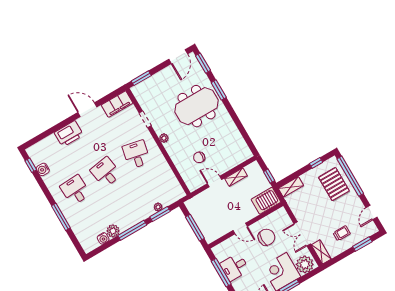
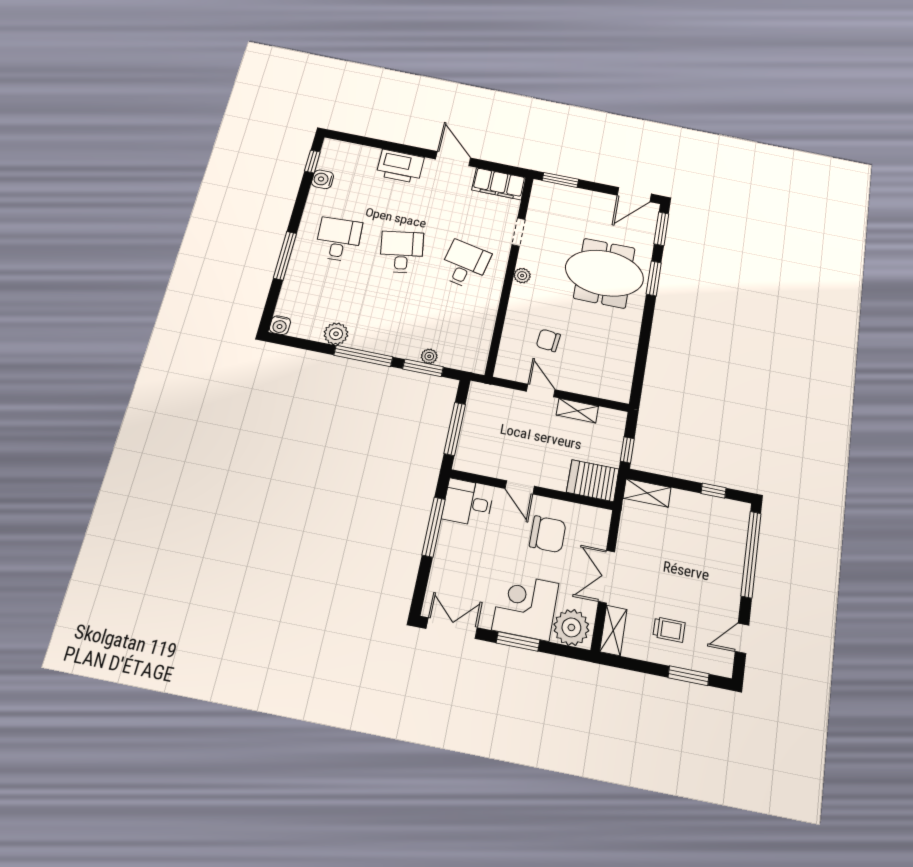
pallet: (334, 184) -> (716, 544), removed
water cooler: (103, 238) -> (280, 325), moved
desk: (235, 267) -> (468, 503), moved

